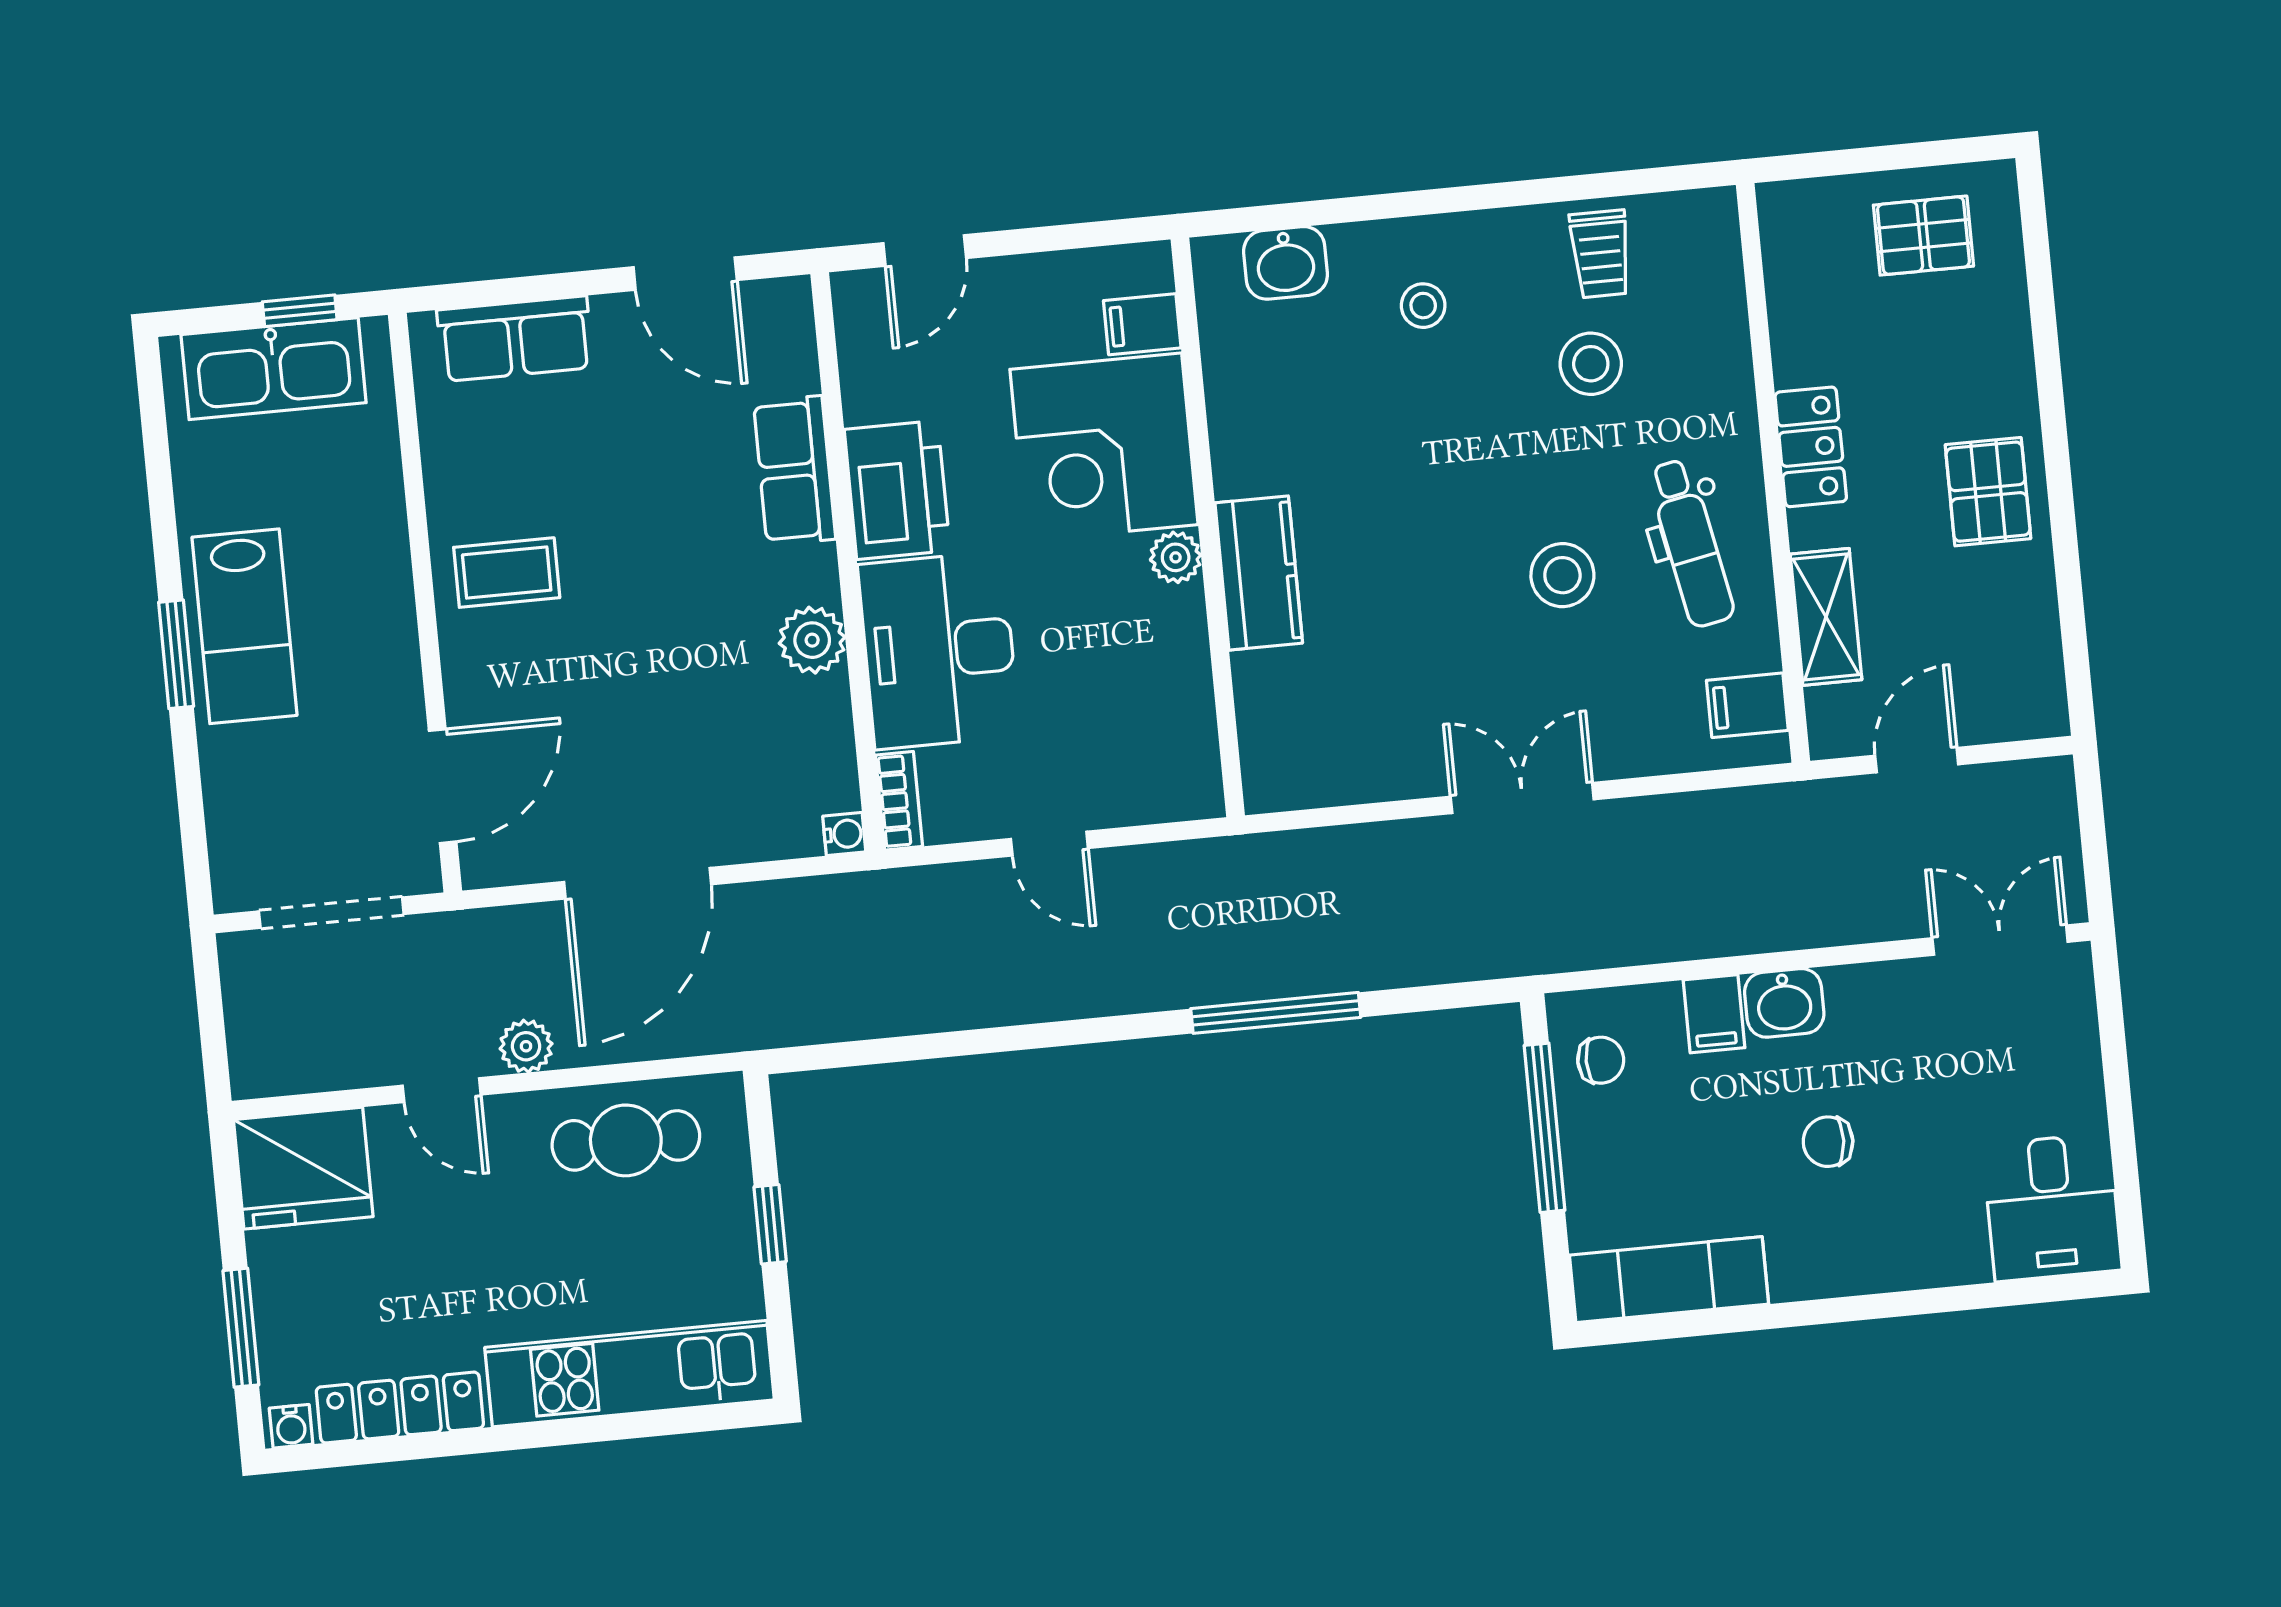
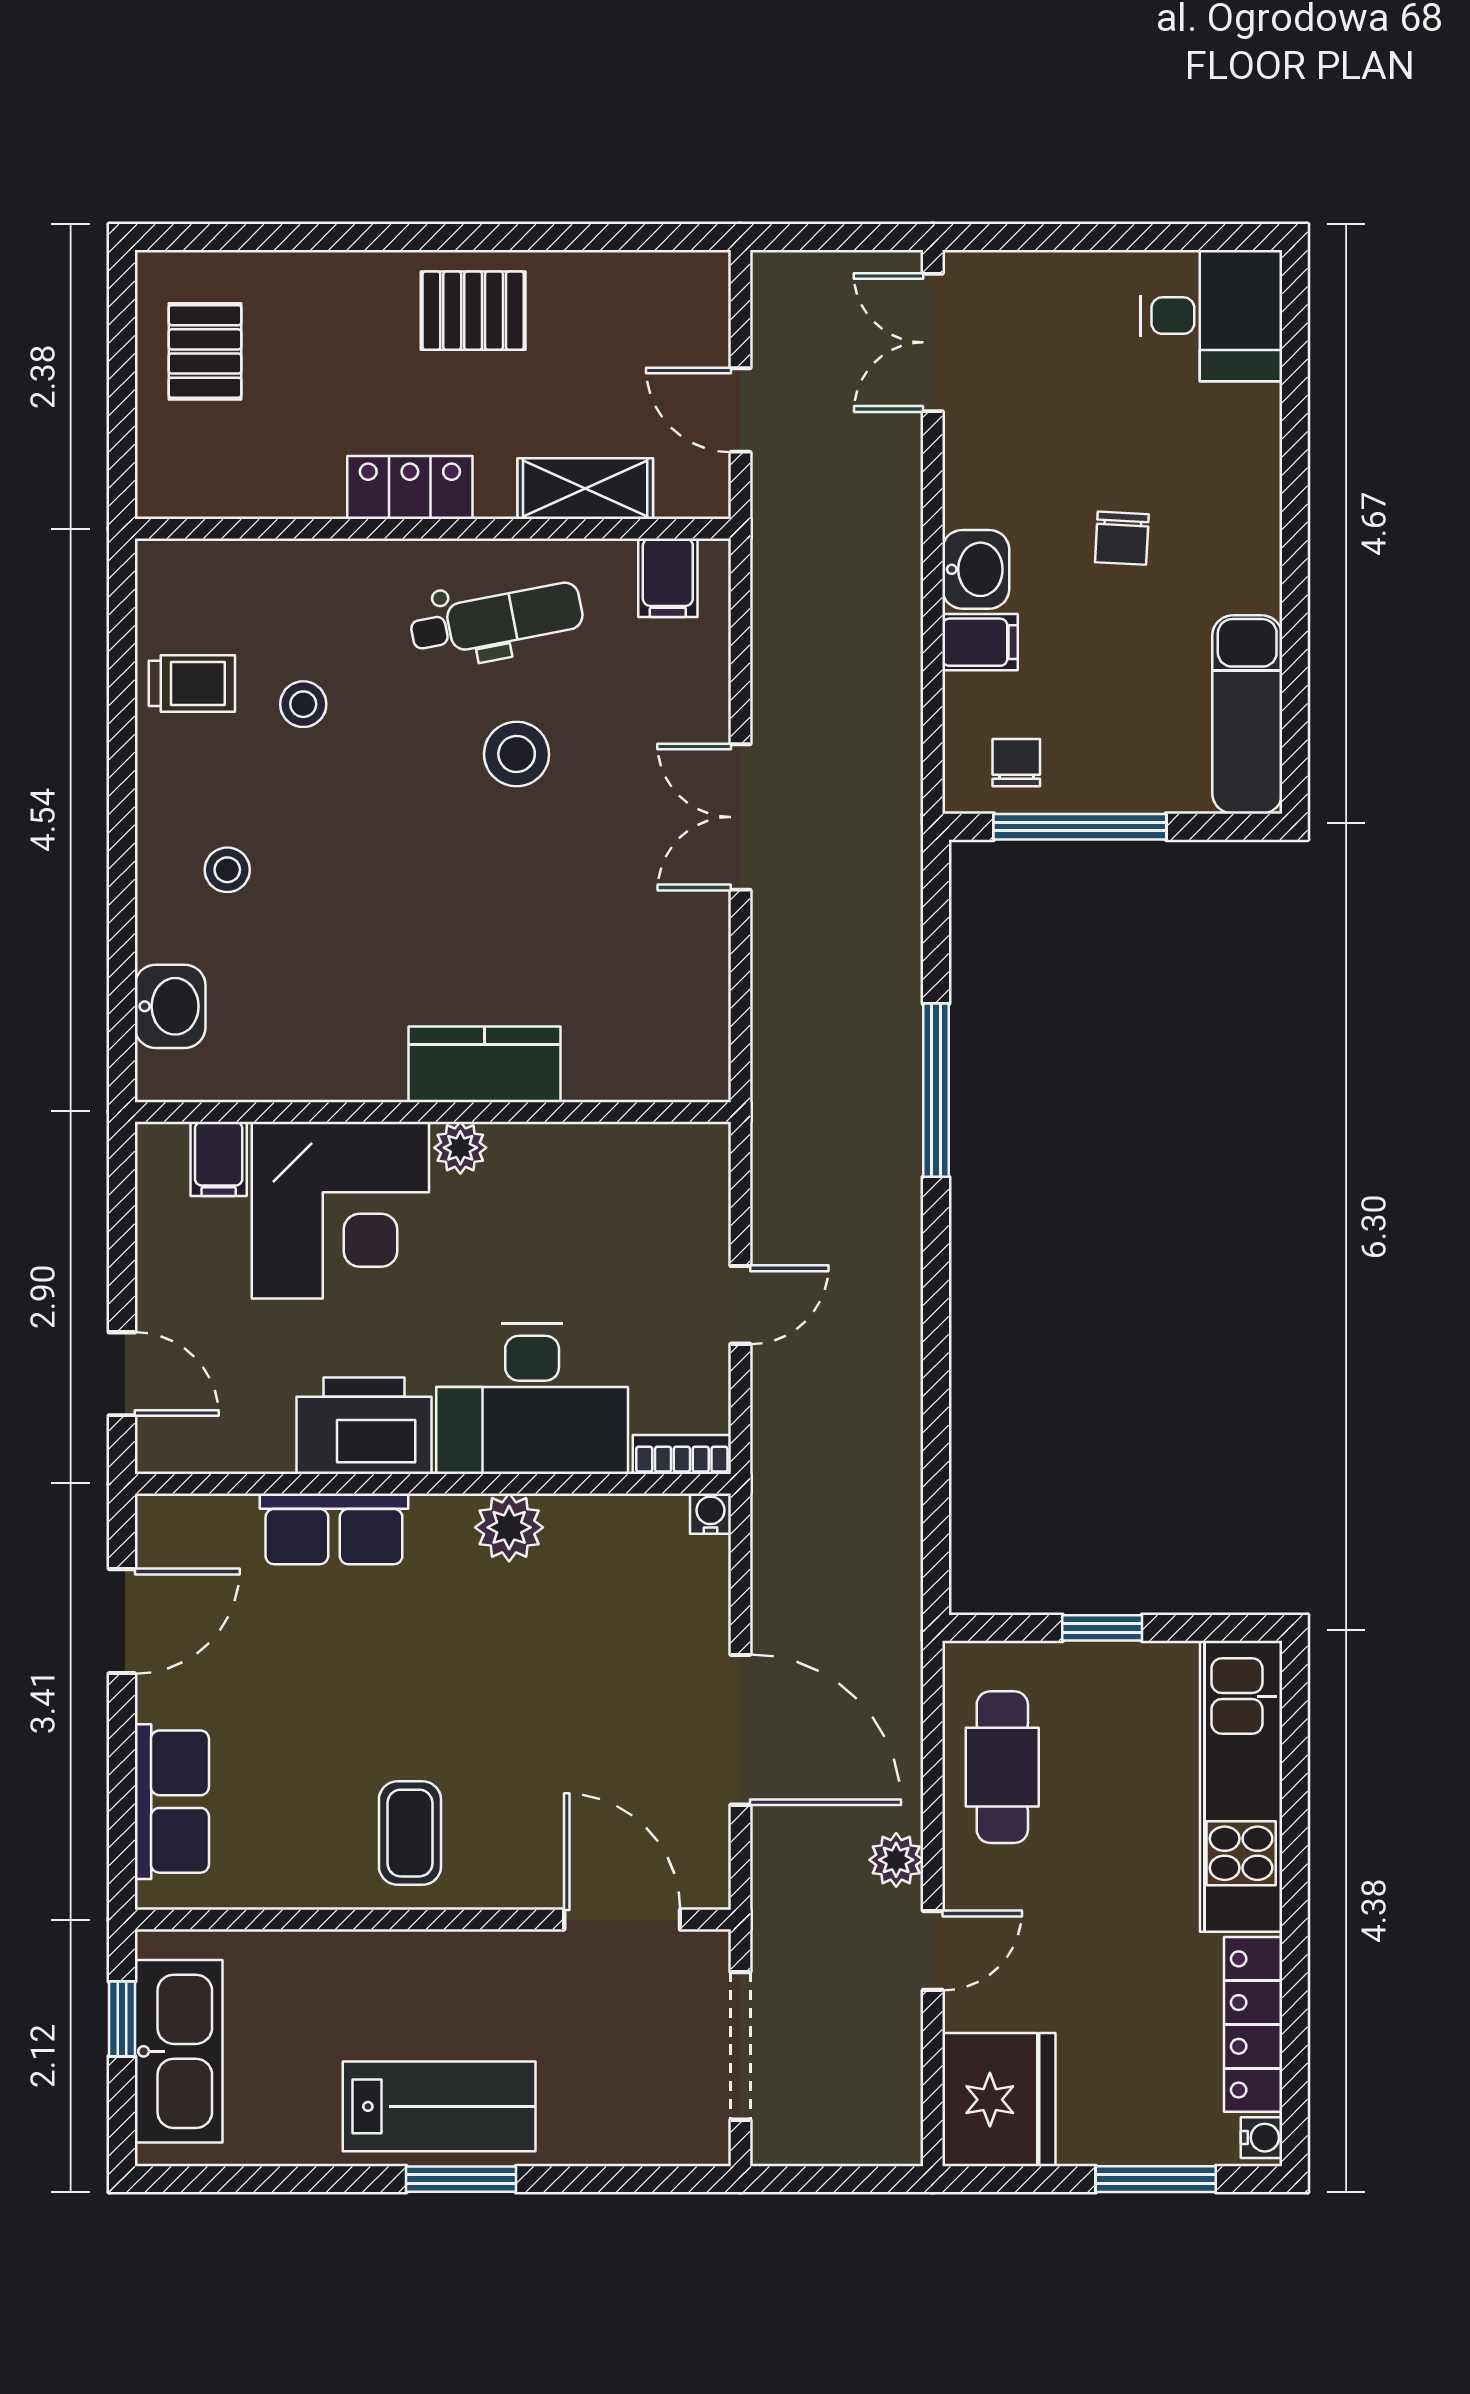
stool: (1591, 364) -> (303, 704), width x0.73, depth x0.73

